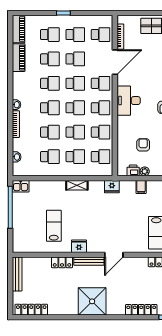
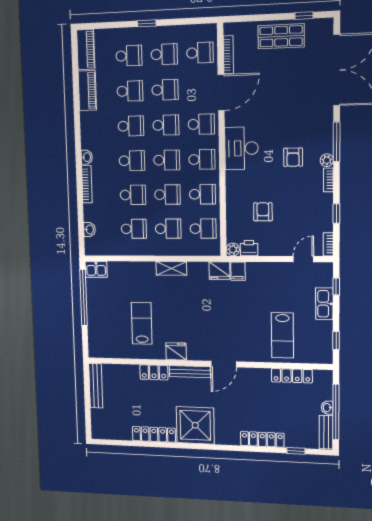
plant: (145, 171) -> (233, 249), moved
filing cabinet: (141, 187) -> (238, 271), moved
locker: (31, 310) -> (154, 434), moved

